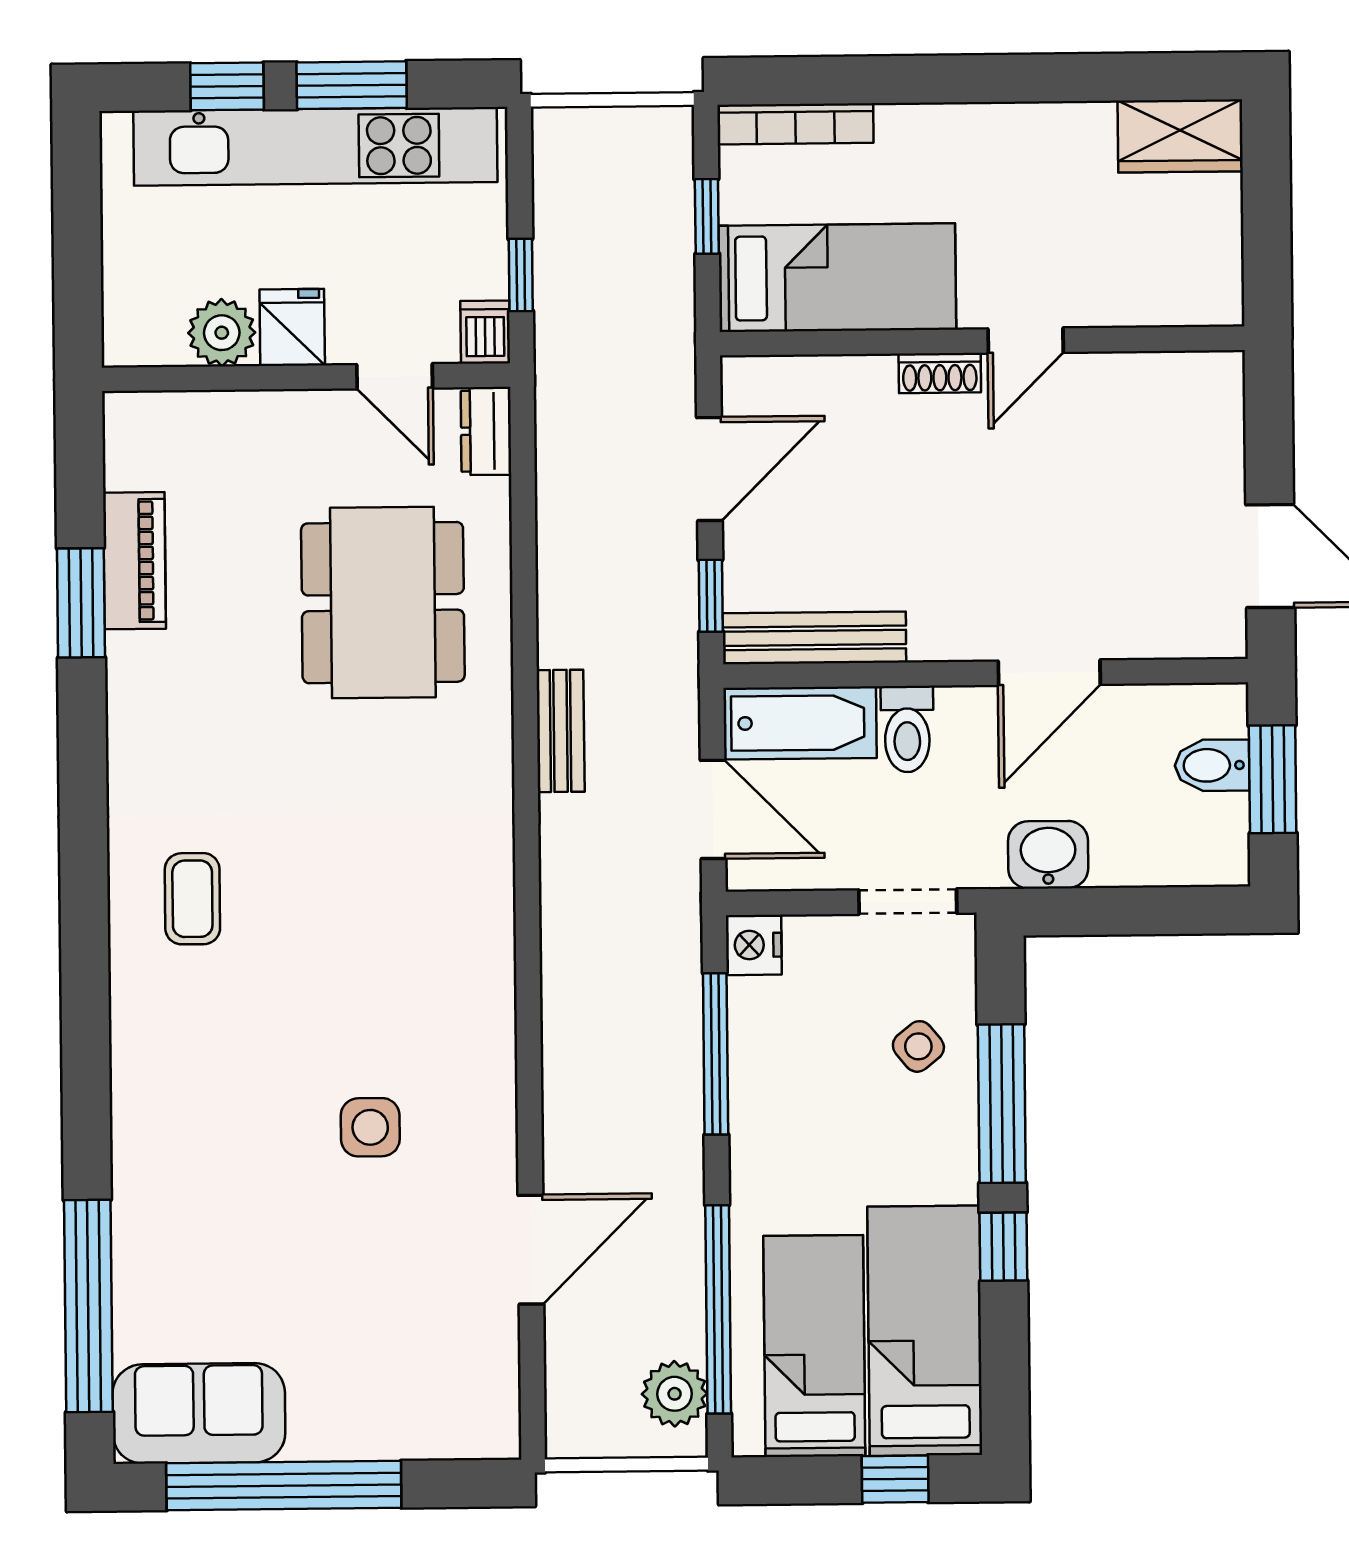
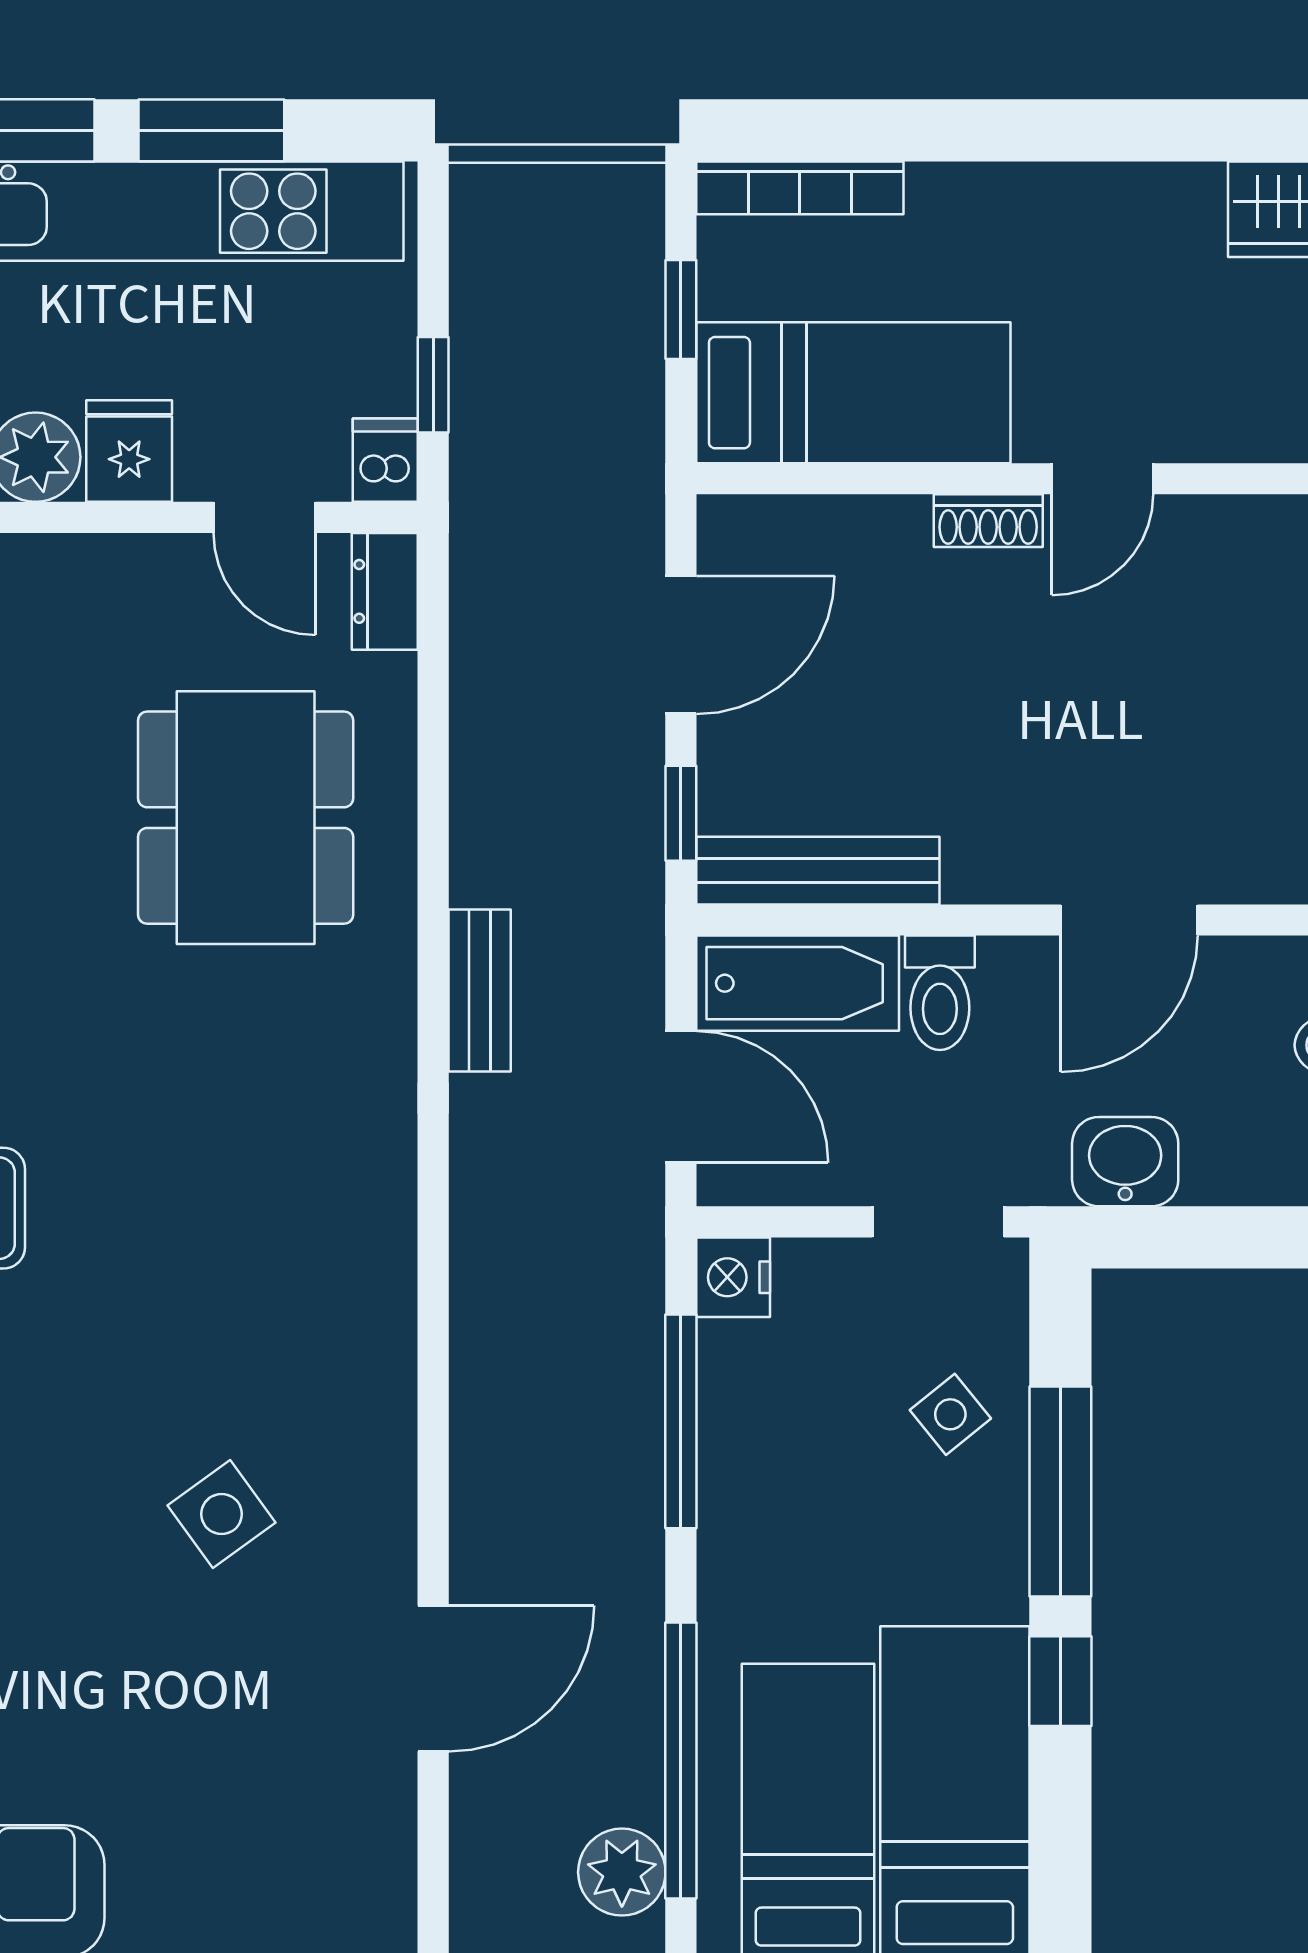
side table: (370, 1127) -> (222, 1514), turned -36

